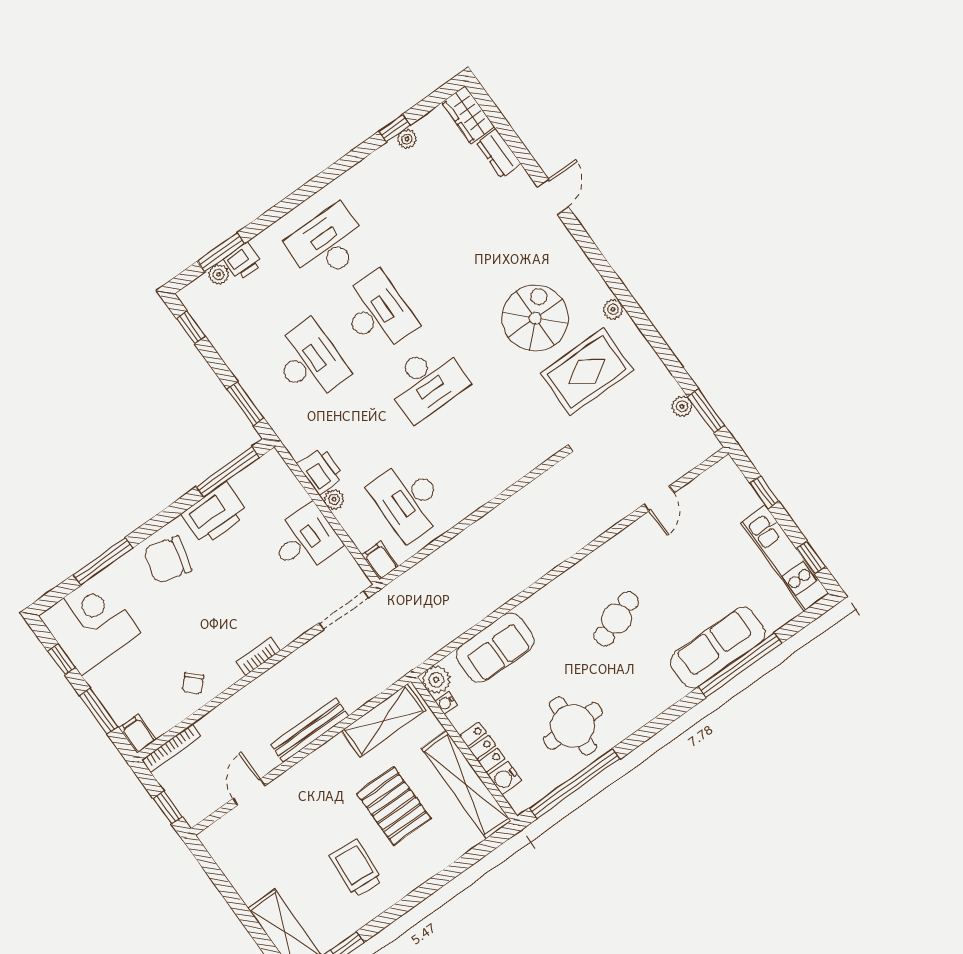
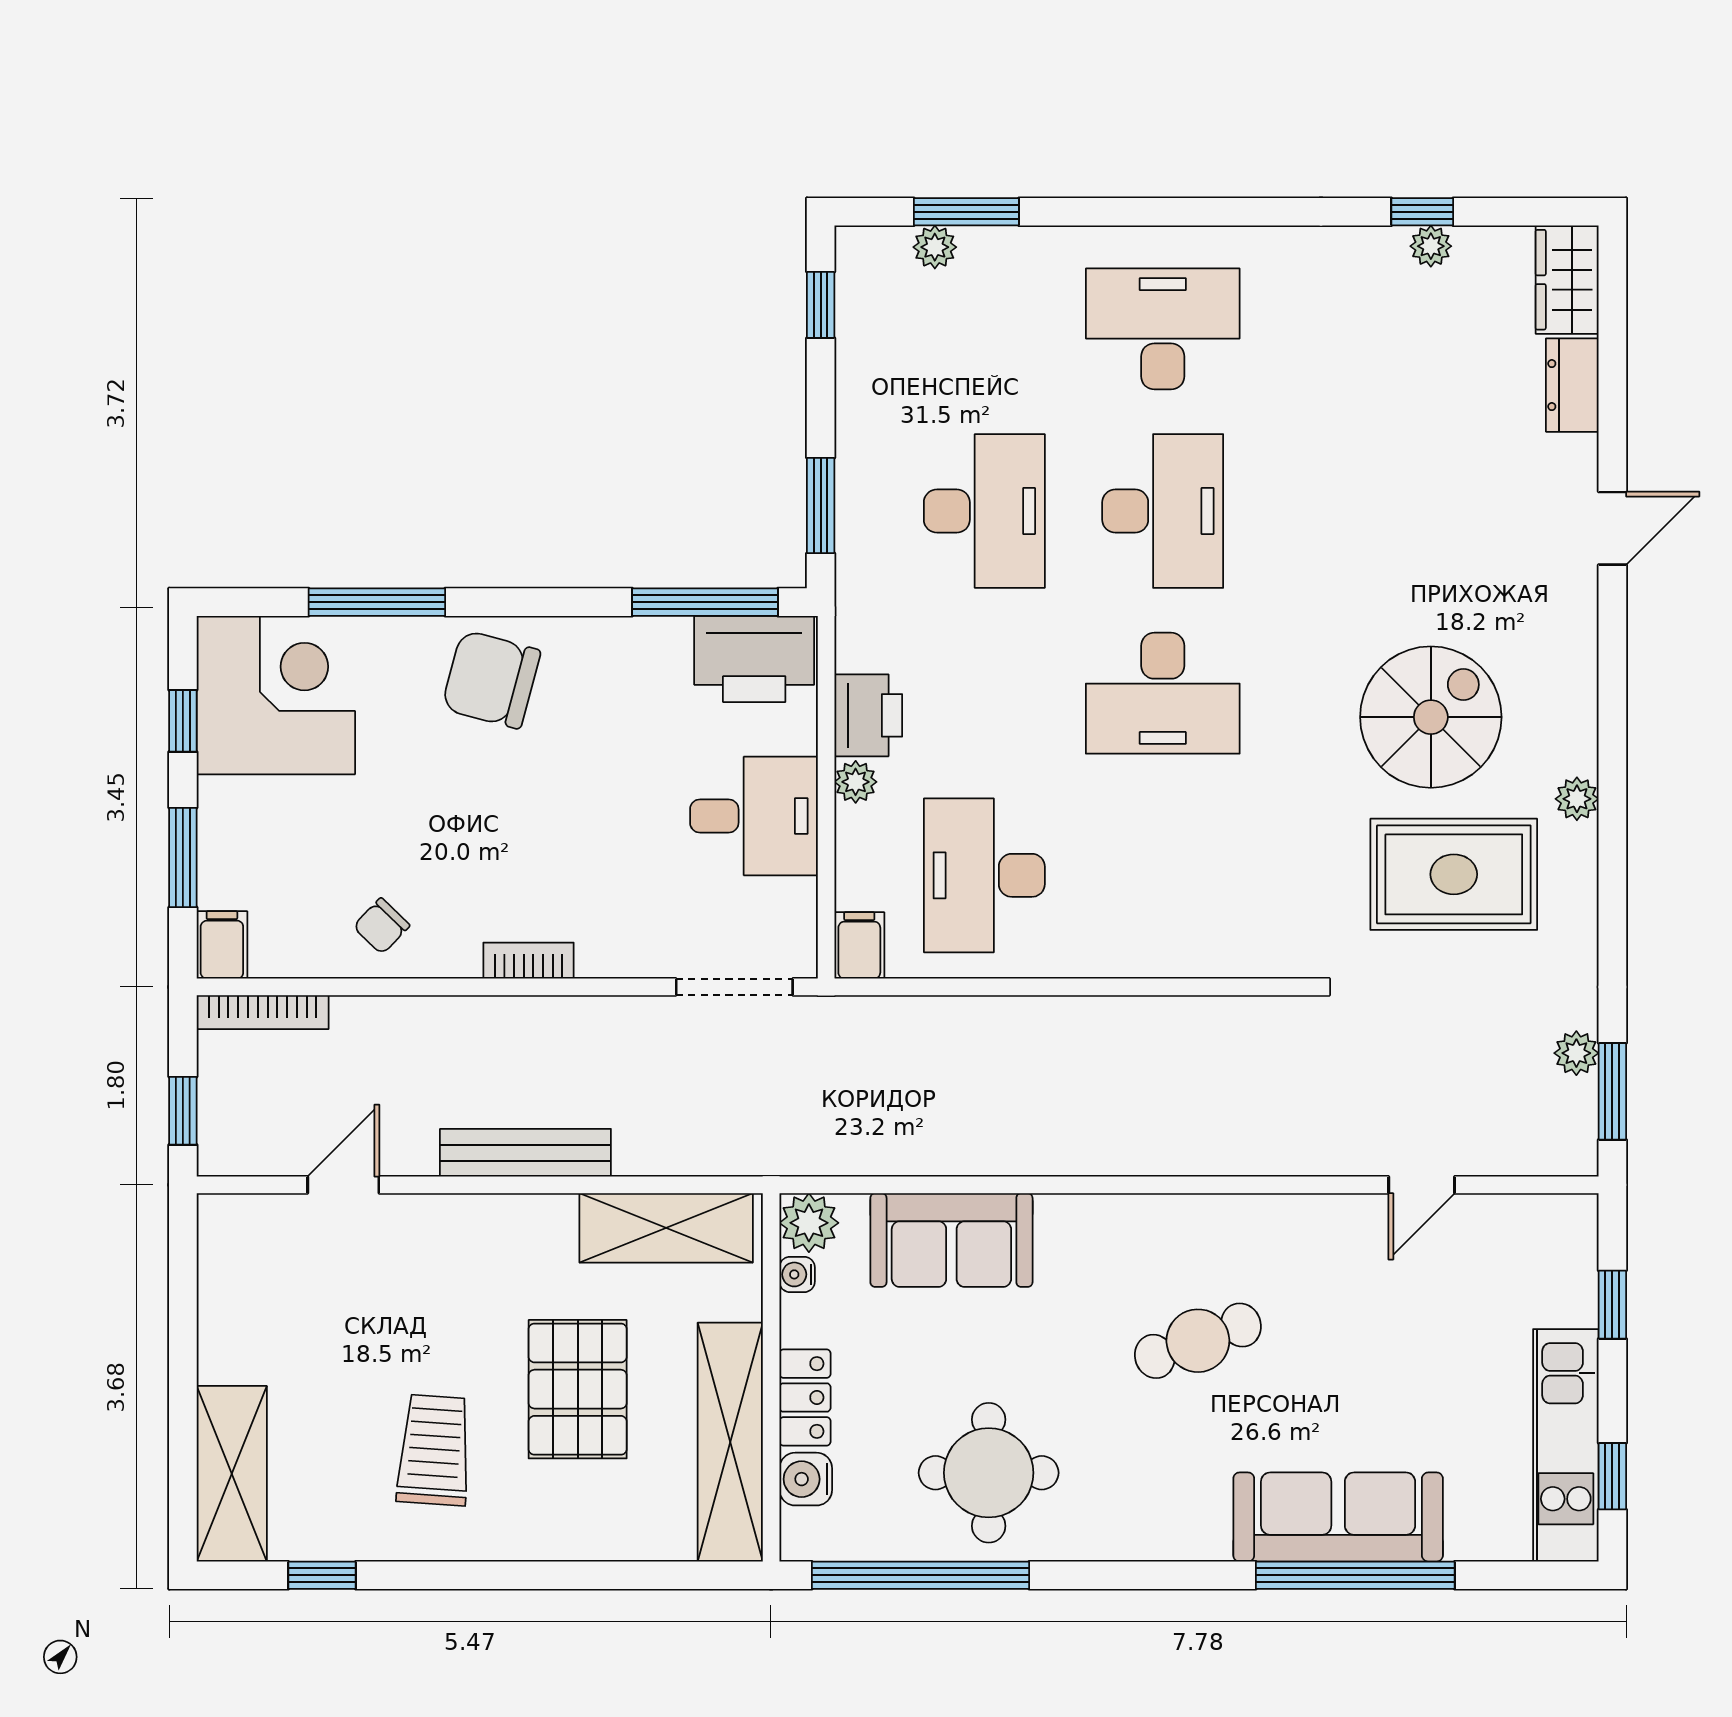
printer: (243, 261) -> (993, 255), removed
printer: (215, 514) -> (754, 659), moved

